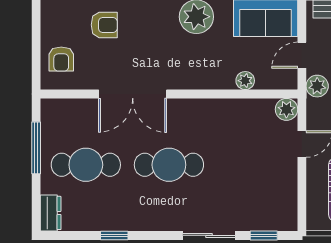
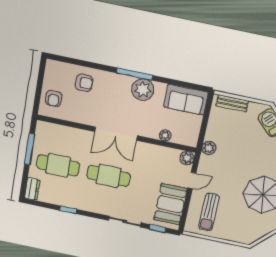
door: (302, 55) -> (204, 127), removed
double door: (133, 94) -> (116, 134), moved
booth: (276, 190) -> (170, 204), added

